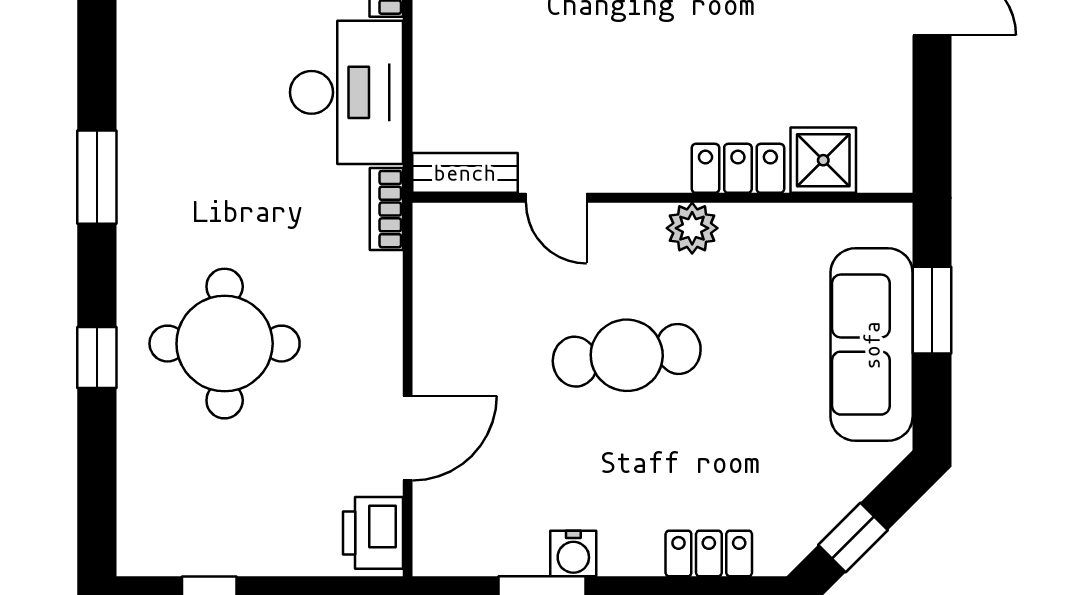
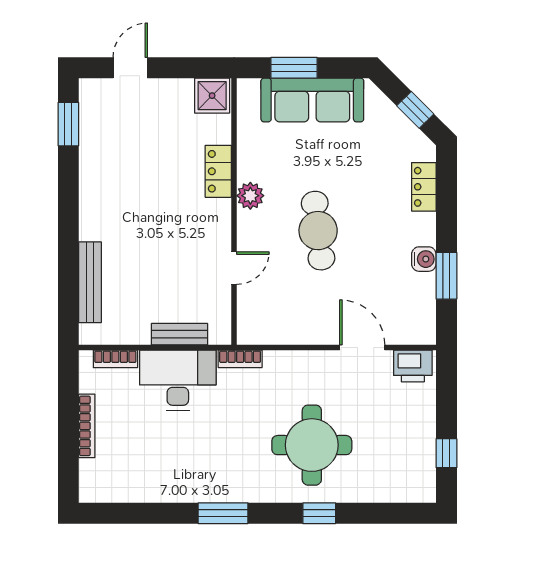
shower: (823, 160) -> (212, 96), moved
bench: (465, 173) -> (179, 334), moved, turned 90

